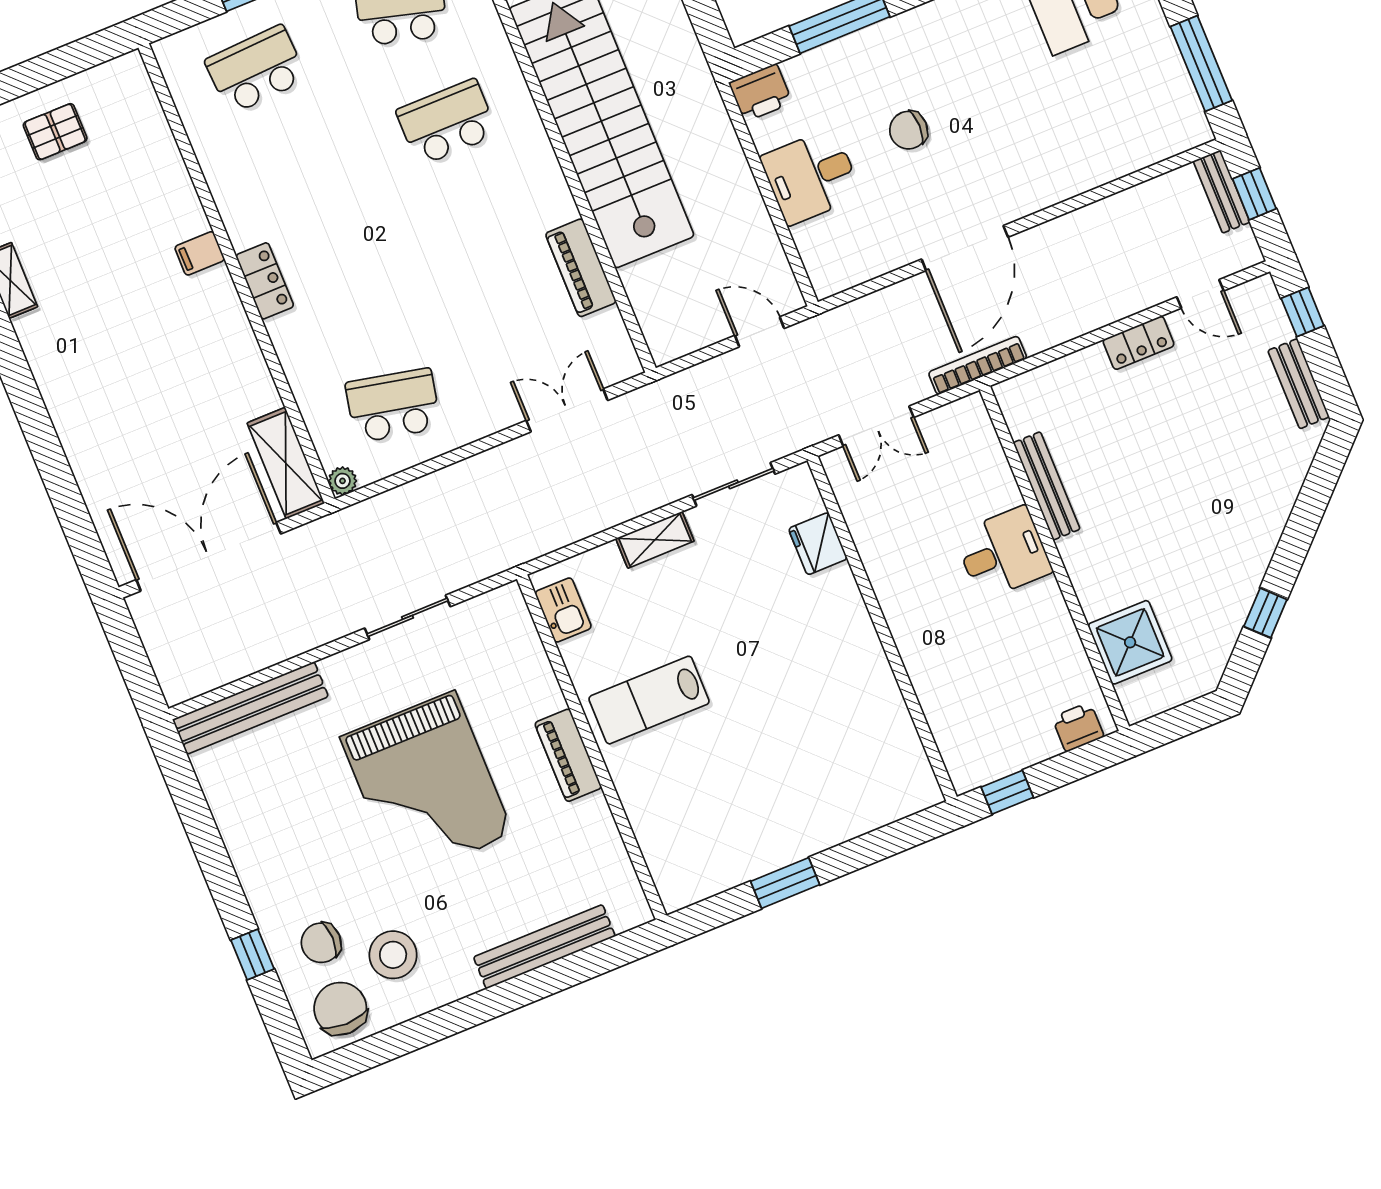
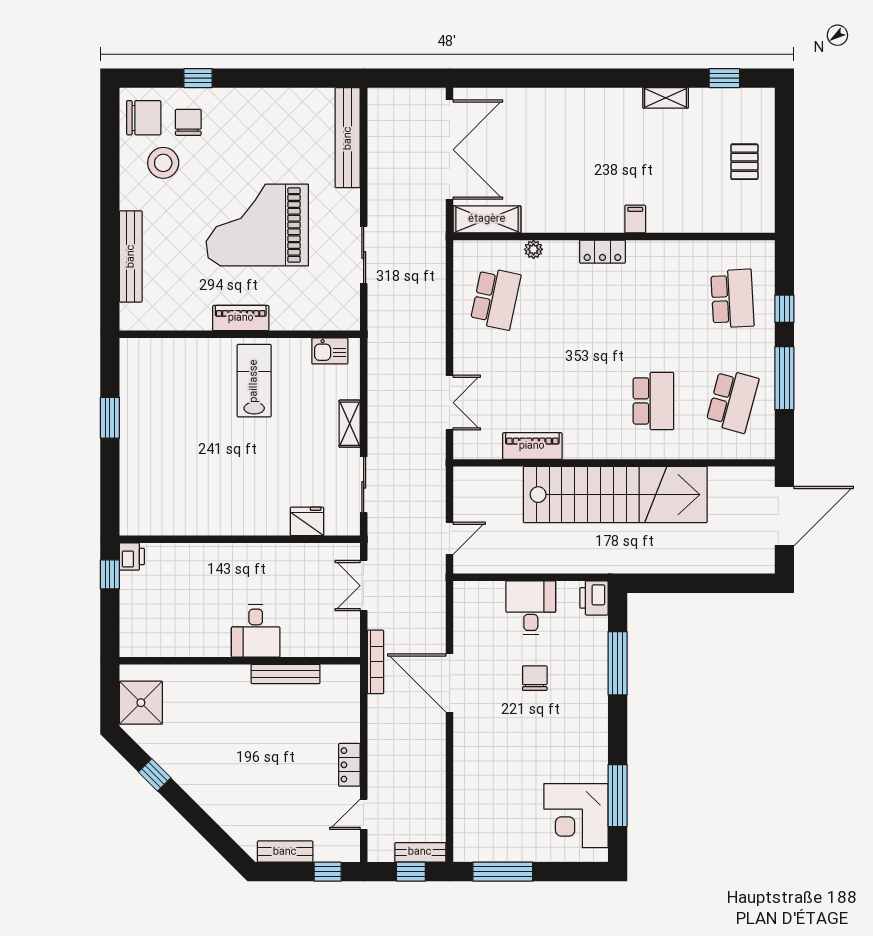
plant: (342, 481) -> (533, 249), moved
shower: (1130, 642) -> (141, 703), moved
printer: (1078, 727) -> (132, 557), moved

